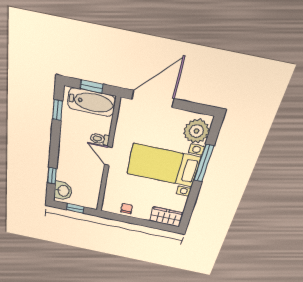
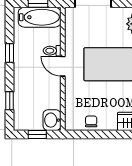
window: (58, 110) -> (10, 53), moved
washbasin: (63, 191) -> (52, 120), moved, turned 180

